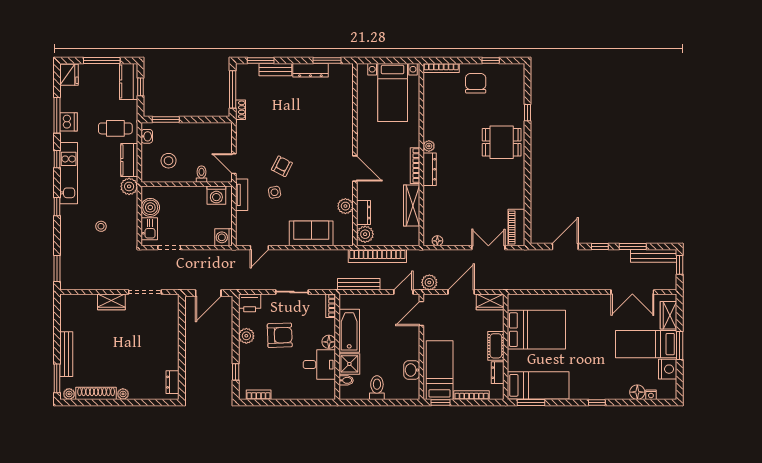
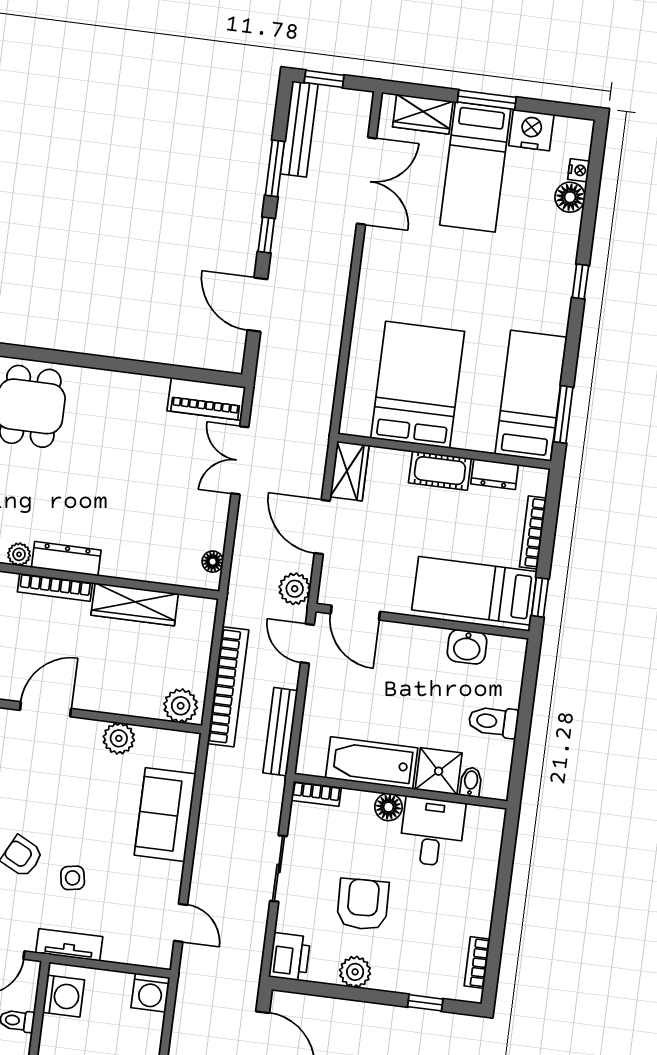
dresser: (364, 212) -> (136, 703), removed

